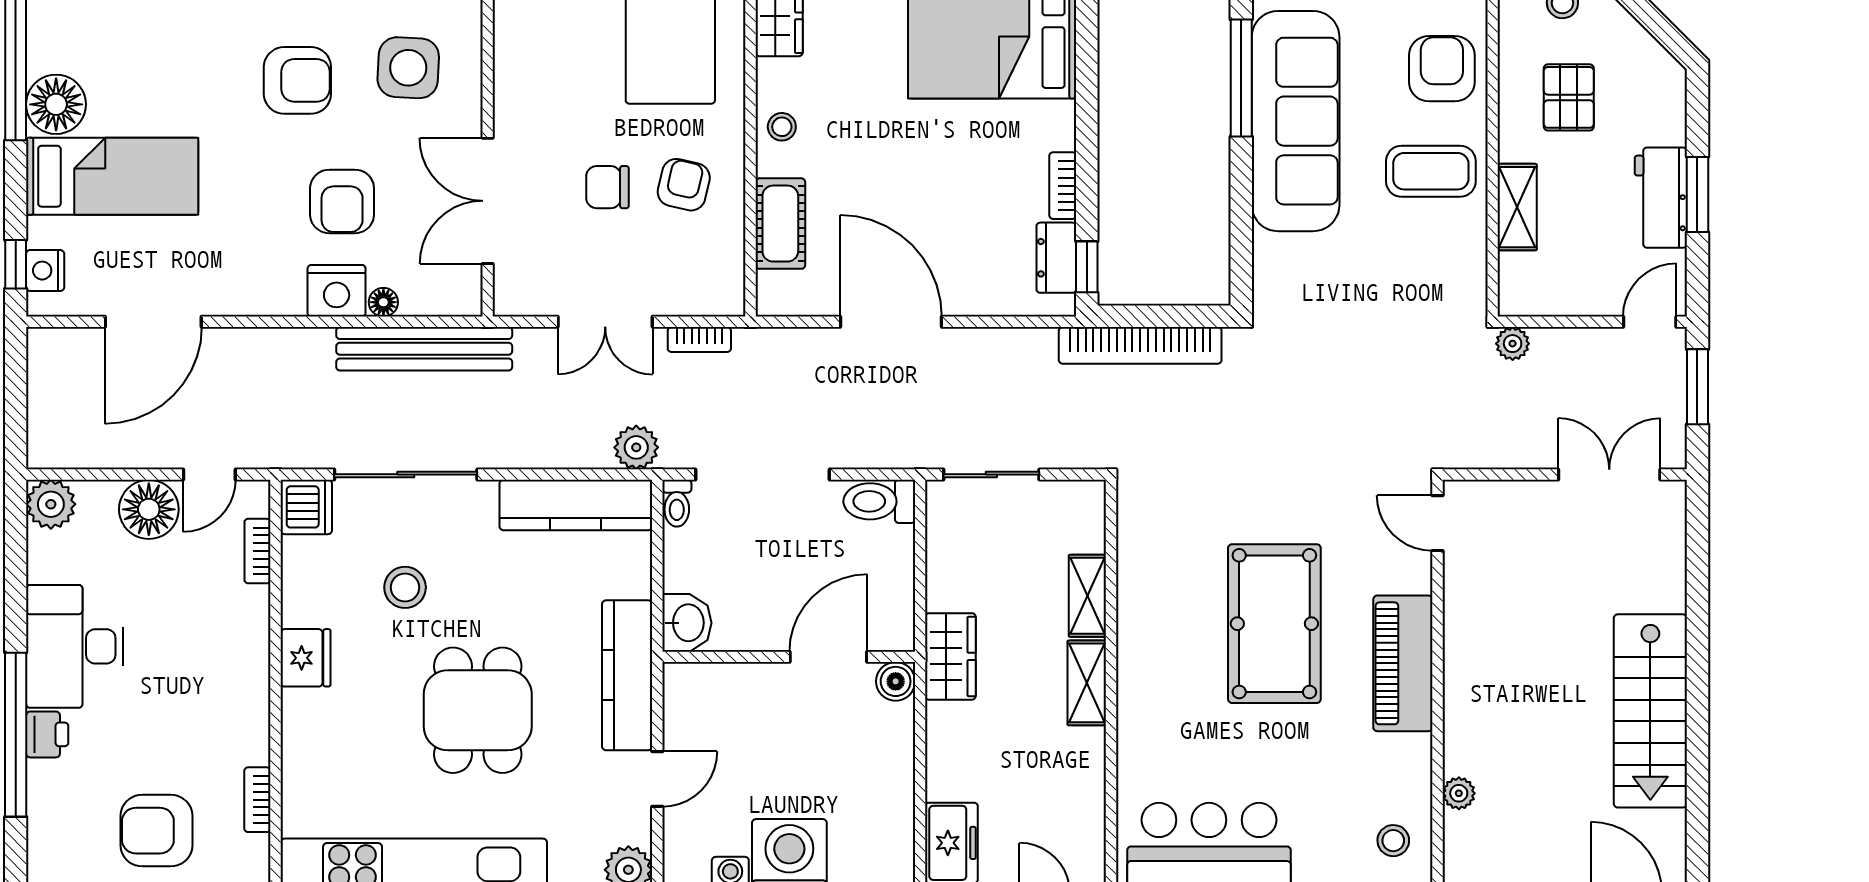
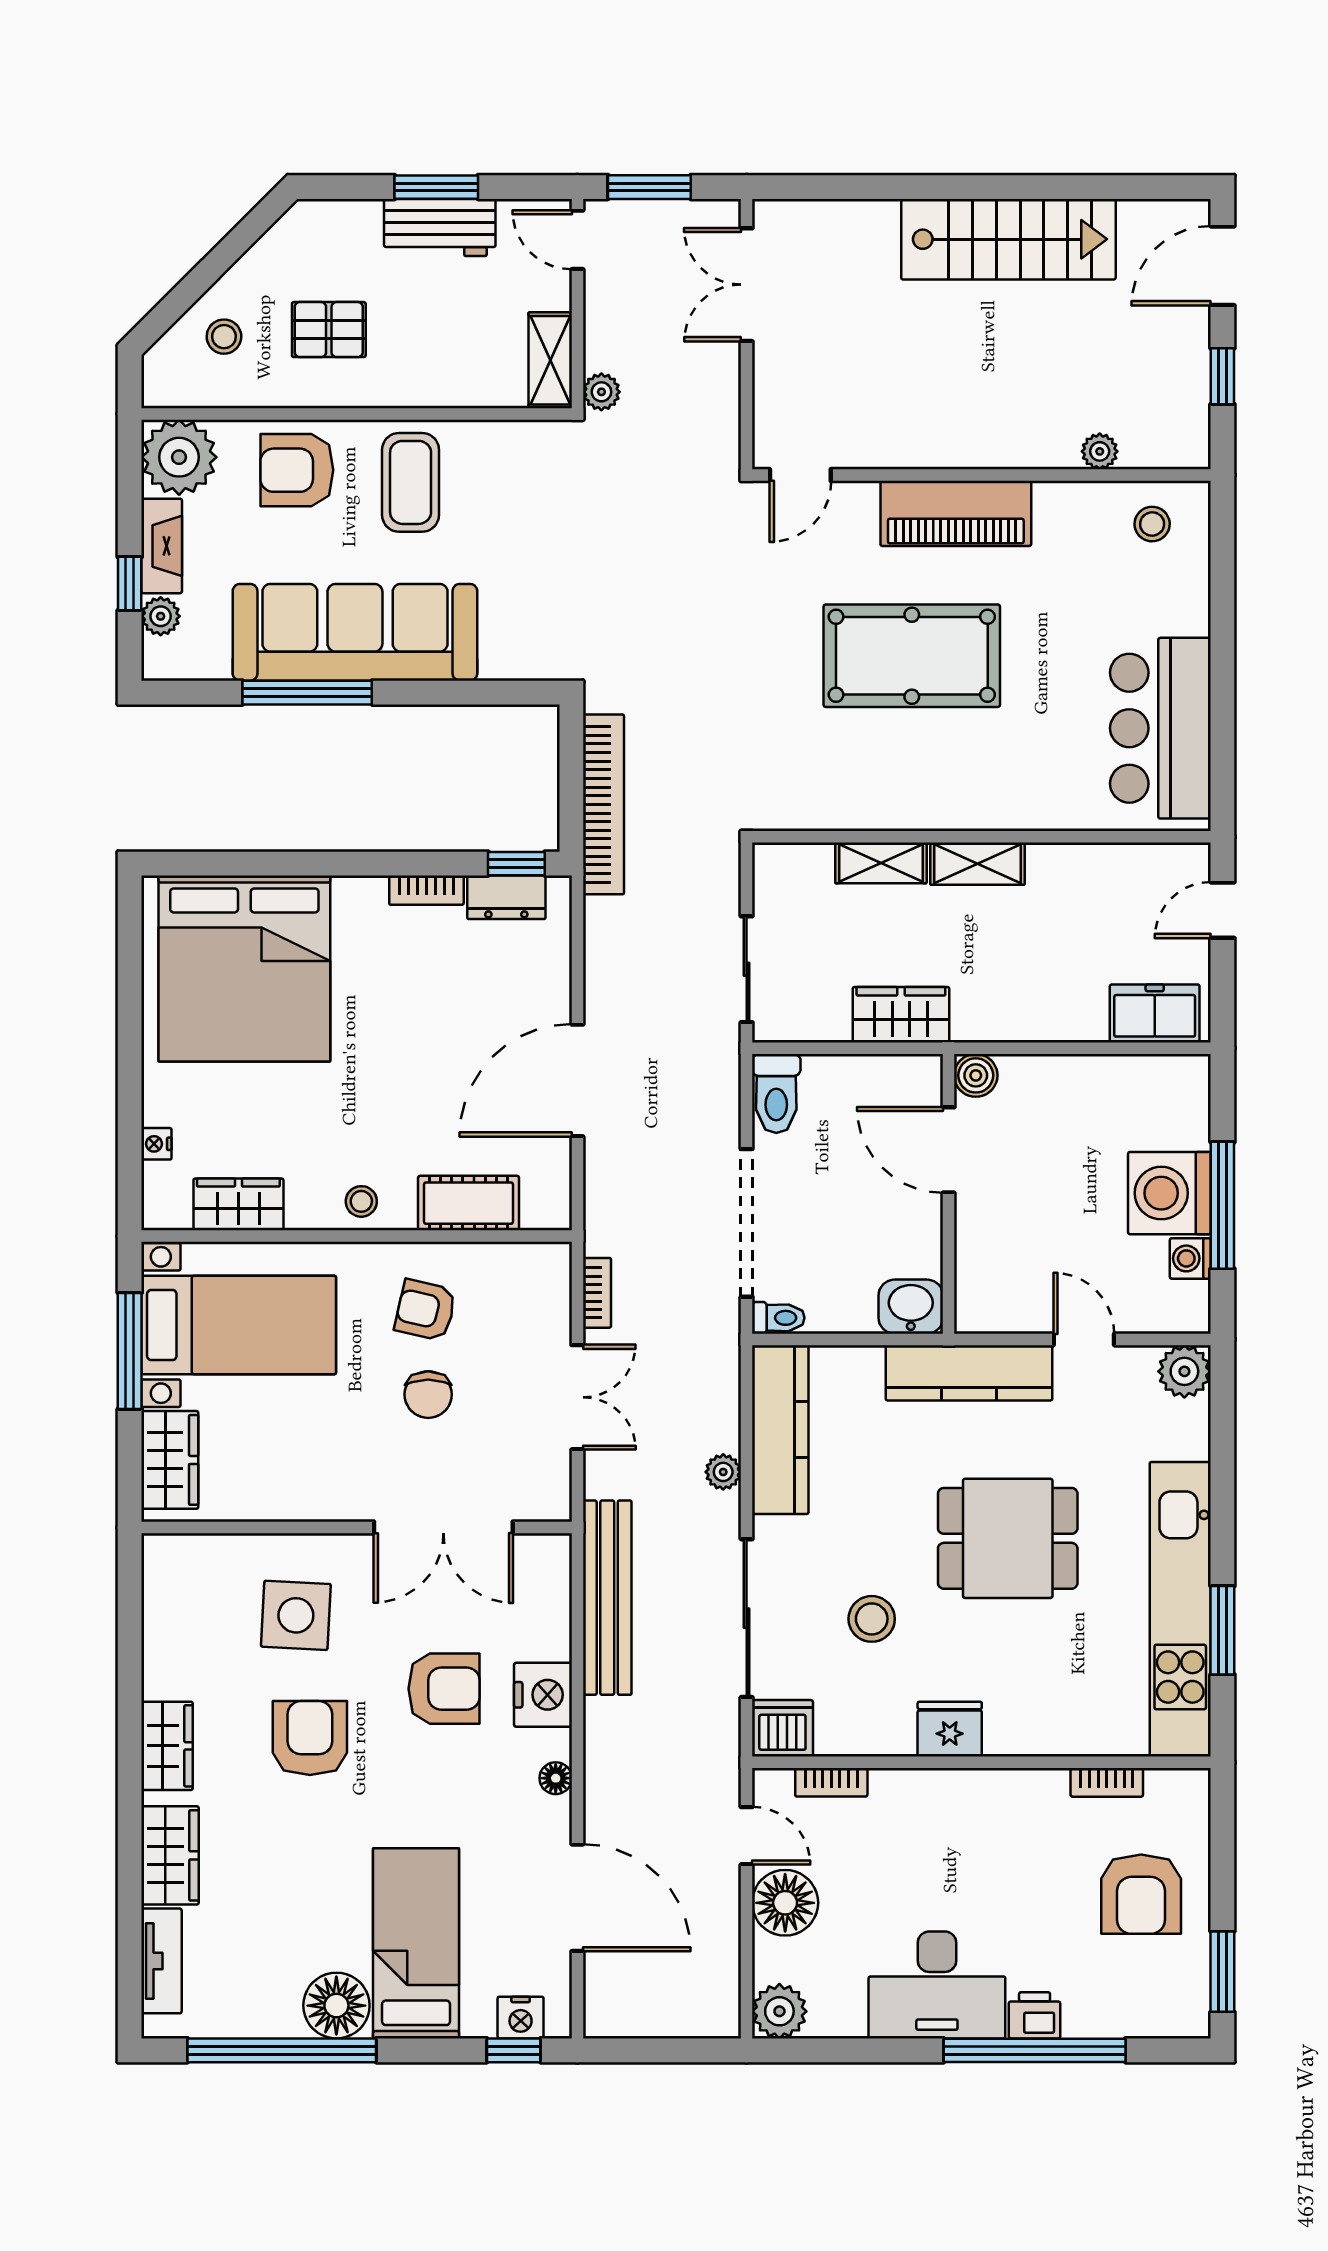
shelving: (1517, 207) -> (550, 360), moved, turned 90
floor lamp: (383, 302) -> (556, 1778), moved
plant: (636, 447) -> (723, 1472), moved, width x0.73, depth x0.73
wardrobe: (950, 656) -> (901, 1015), moved

